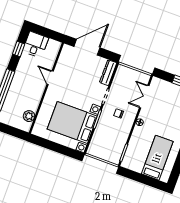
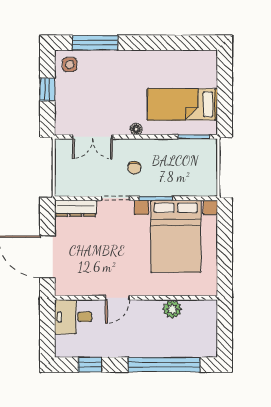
desk: (36, 45) -> (73, 317), moved
plant: (29, 116) -> (172, 309), moved
bed: (157, 158) -> (182, 104), moved

